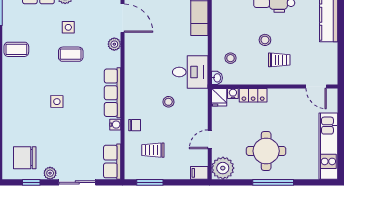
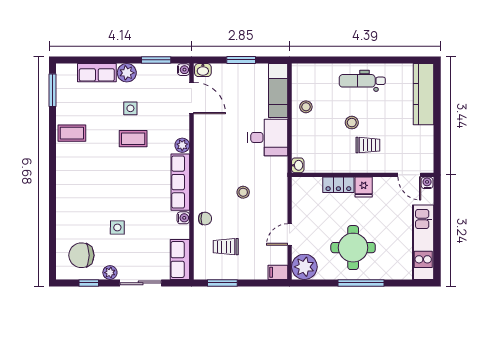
plant: (114, 44) -> (182, 145), moved
stool: (230, 58) -> (306, 107), moved
desk: (190, 72) -> (268, 137), moved
water cooler: (233, 93) -> (427, 183), moved
fridge: (219, 97) -> (364, 187), moved
side table: (57, 102) -> (117, 227), moved

